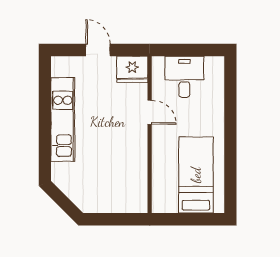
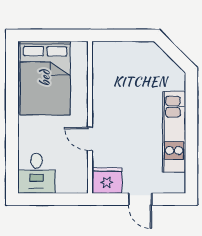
desk: (184, 77) -> (36, 173), moved
bed: (196, 175) -> (45, 78), width x1.50

